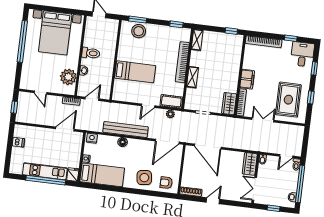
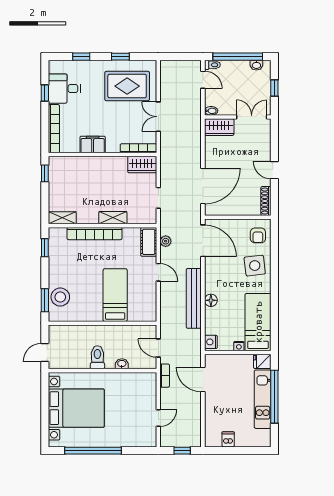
desk: (302, 54) -> (64, 89), moved
plant: (68, 77) -> (133, 383), removed
filing cabinet: (247, 79) -> (93, 144), moved
double door: (254, 189) -> (252, 117), swing flipped

